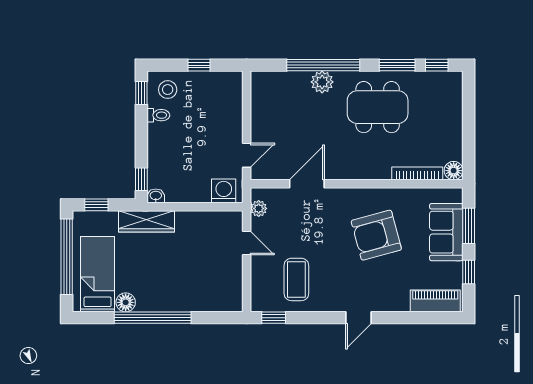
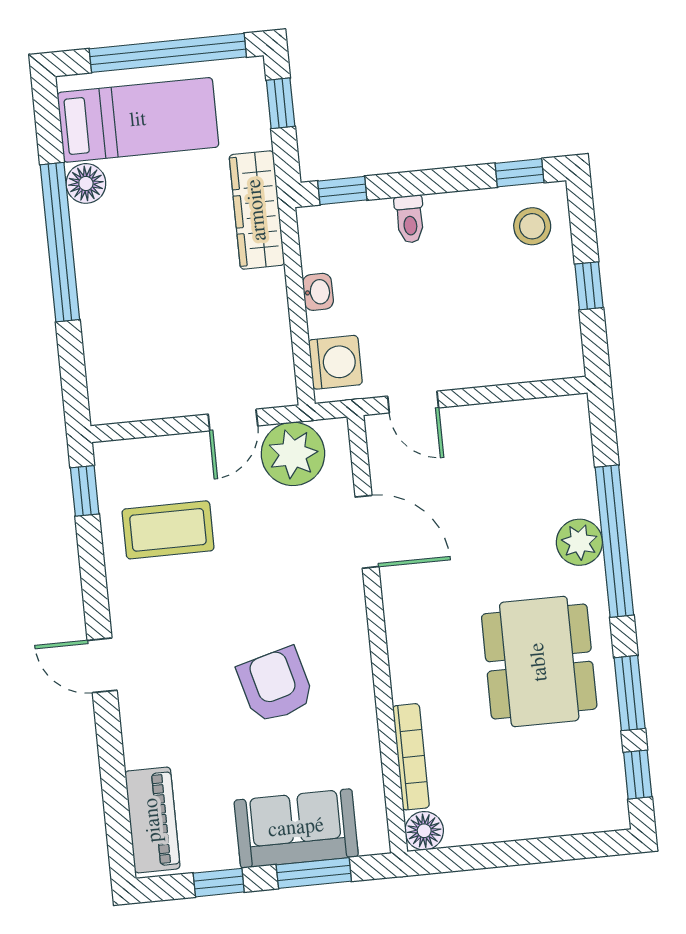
toilet: (158, 115) -> (410, 219), moved
washbasin: (156, 196) -> (318, 292), moved
plant: (259, 208) -> (293, 454), width x1.88, depth x1.88
armchair: (376, 235) -> (276, 685), width x0.73, depth x0.73

